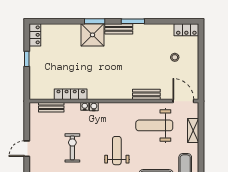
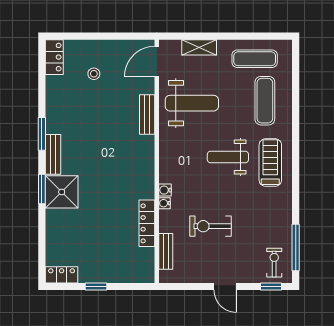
weight bench: (154, 125) -> (192, 103), turned -90
exercise bike: (72, 148) -> (211, 226), moved

